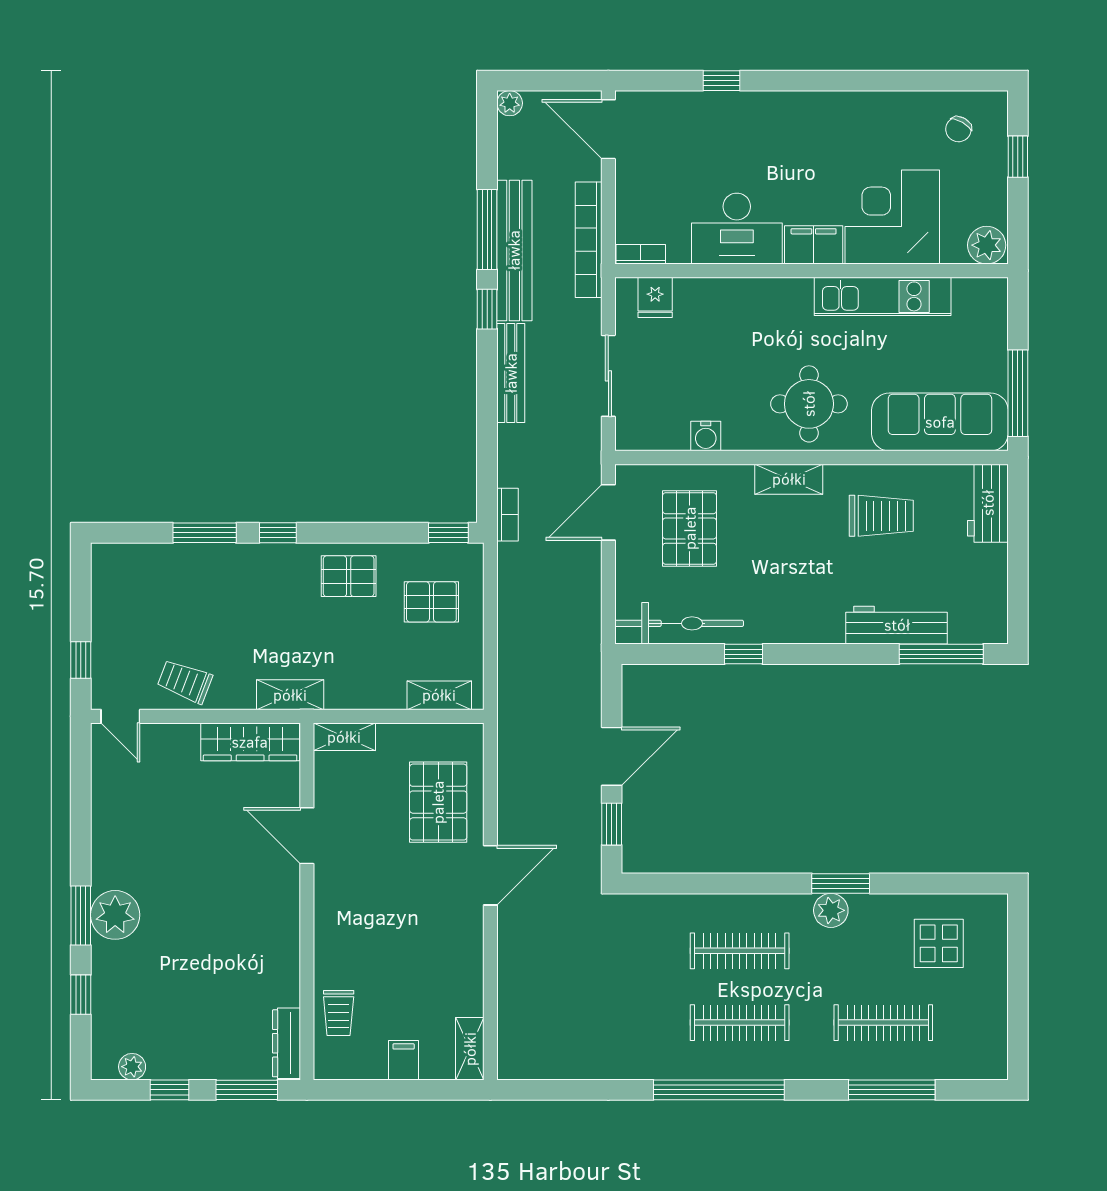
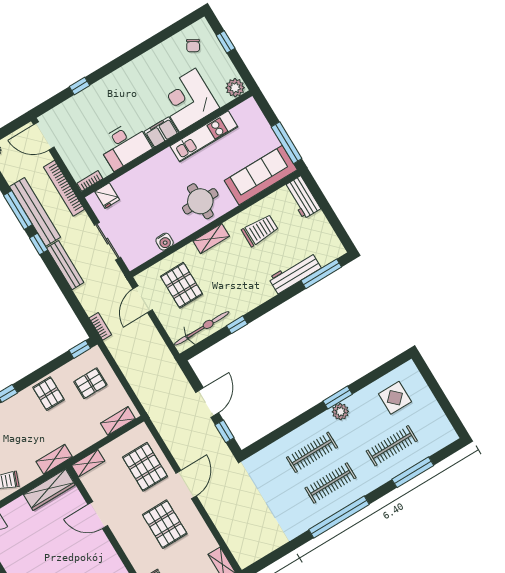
pallet: (349, 576) -> (48, 394), turned 90
pallet: (412, 921) -> (165, 524), added

